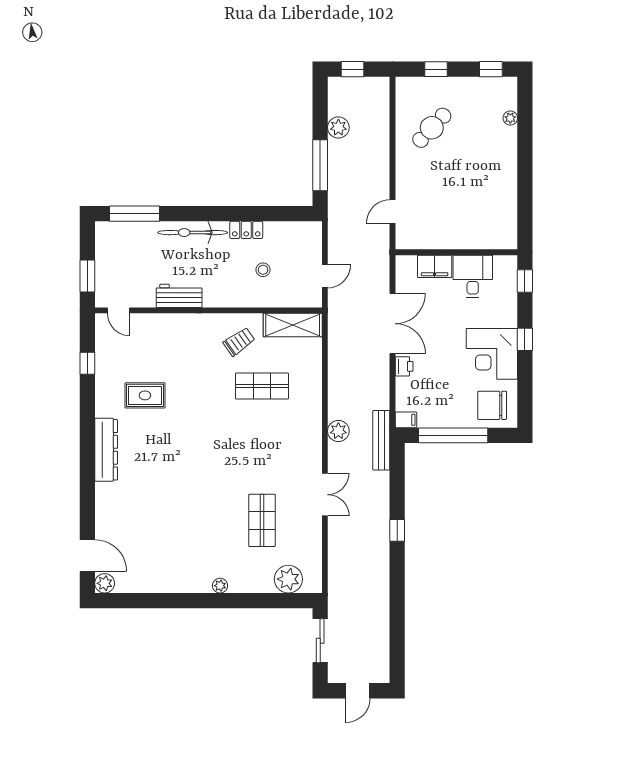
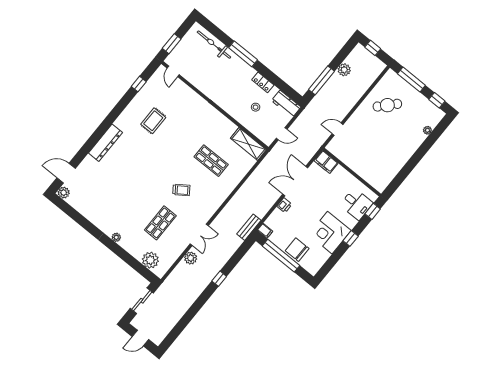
window: (436, 69) -> (411, 80), width x2.17
window: (135, 214) -> (243, 54), moved
bicycle: (193, 233) -> (214, 45), moved
filing cabinet: (435, 266) -> (326, 162), moved
desk: (473, 276) -> (356, 204), moved, turned 90
workbench: (179, 296) -> (286, 104), moved, turned 180
double door: (393, 324) -> (295, 181), swing flipped
trolley: (239, 342) -> (181, 190), moved
rug: (145, 395) -> (153, 121), turned 90
chair: (492, 405) -> (297, 250), moved
plant: (338, 431) -> (191, 258), moved
bench: (381, 440) -> (249, 227), width x0.73
dresser: (106, 450) -> (105, 143), moved
door: (87, 556) -> (66, 173), swing flipped

